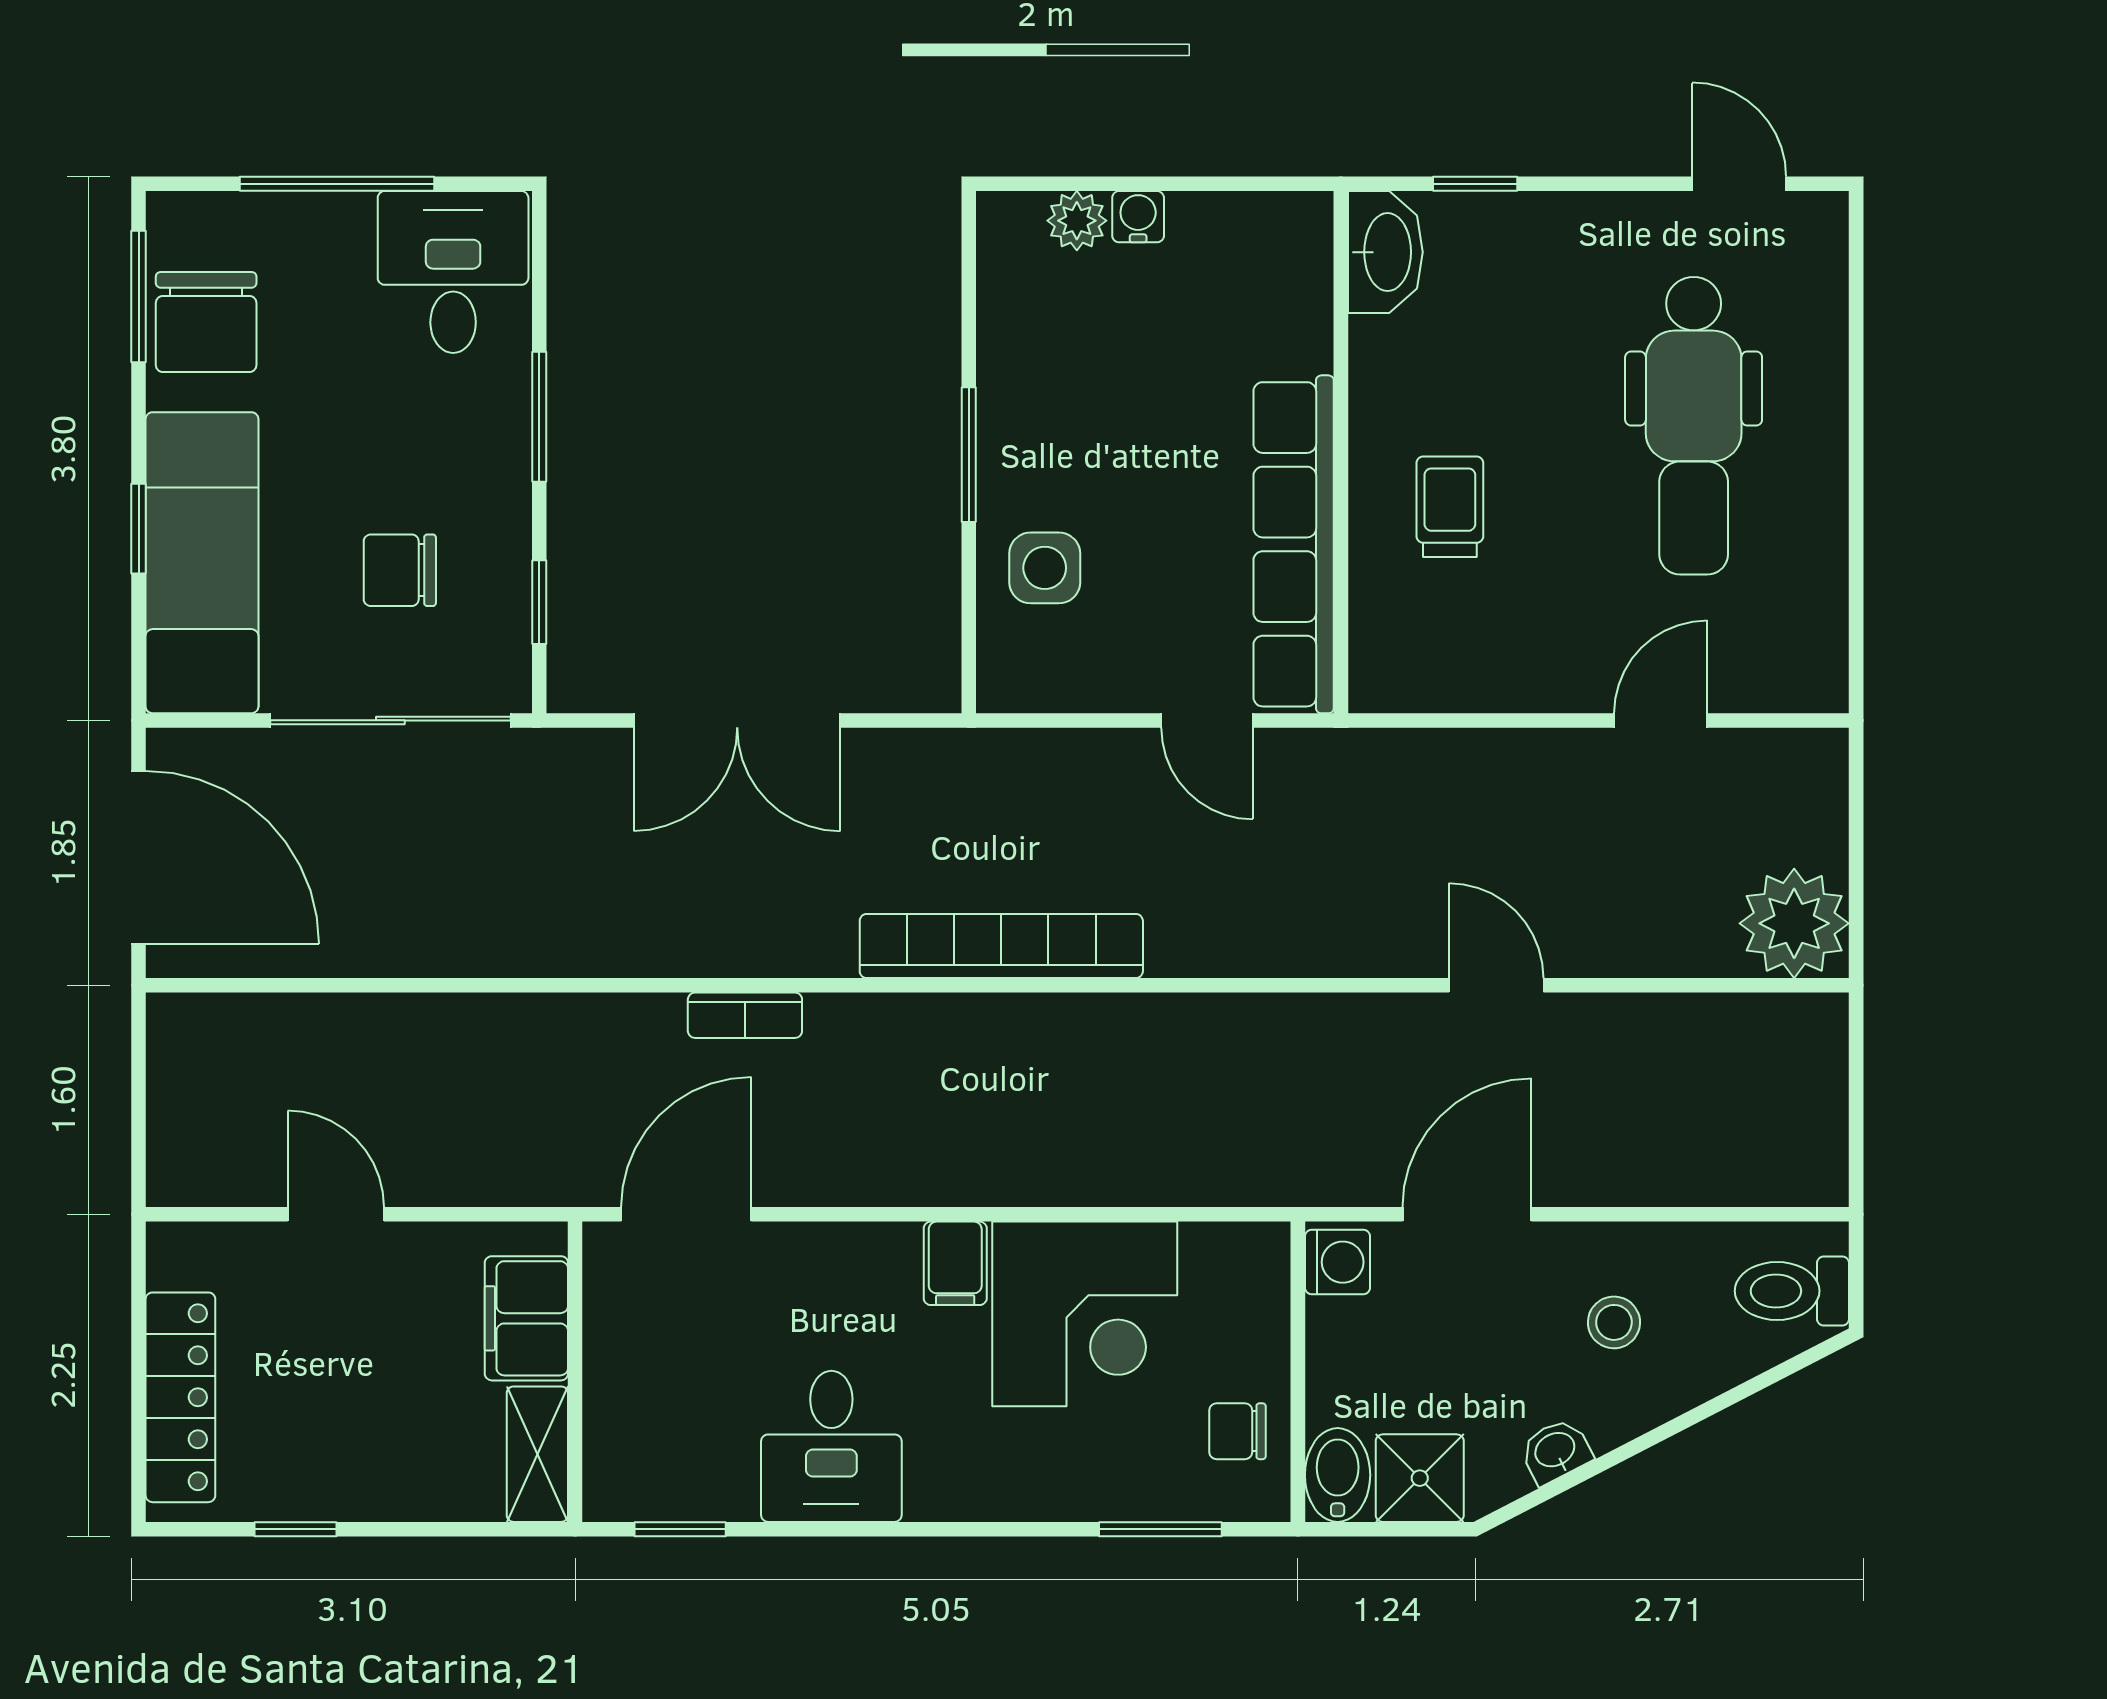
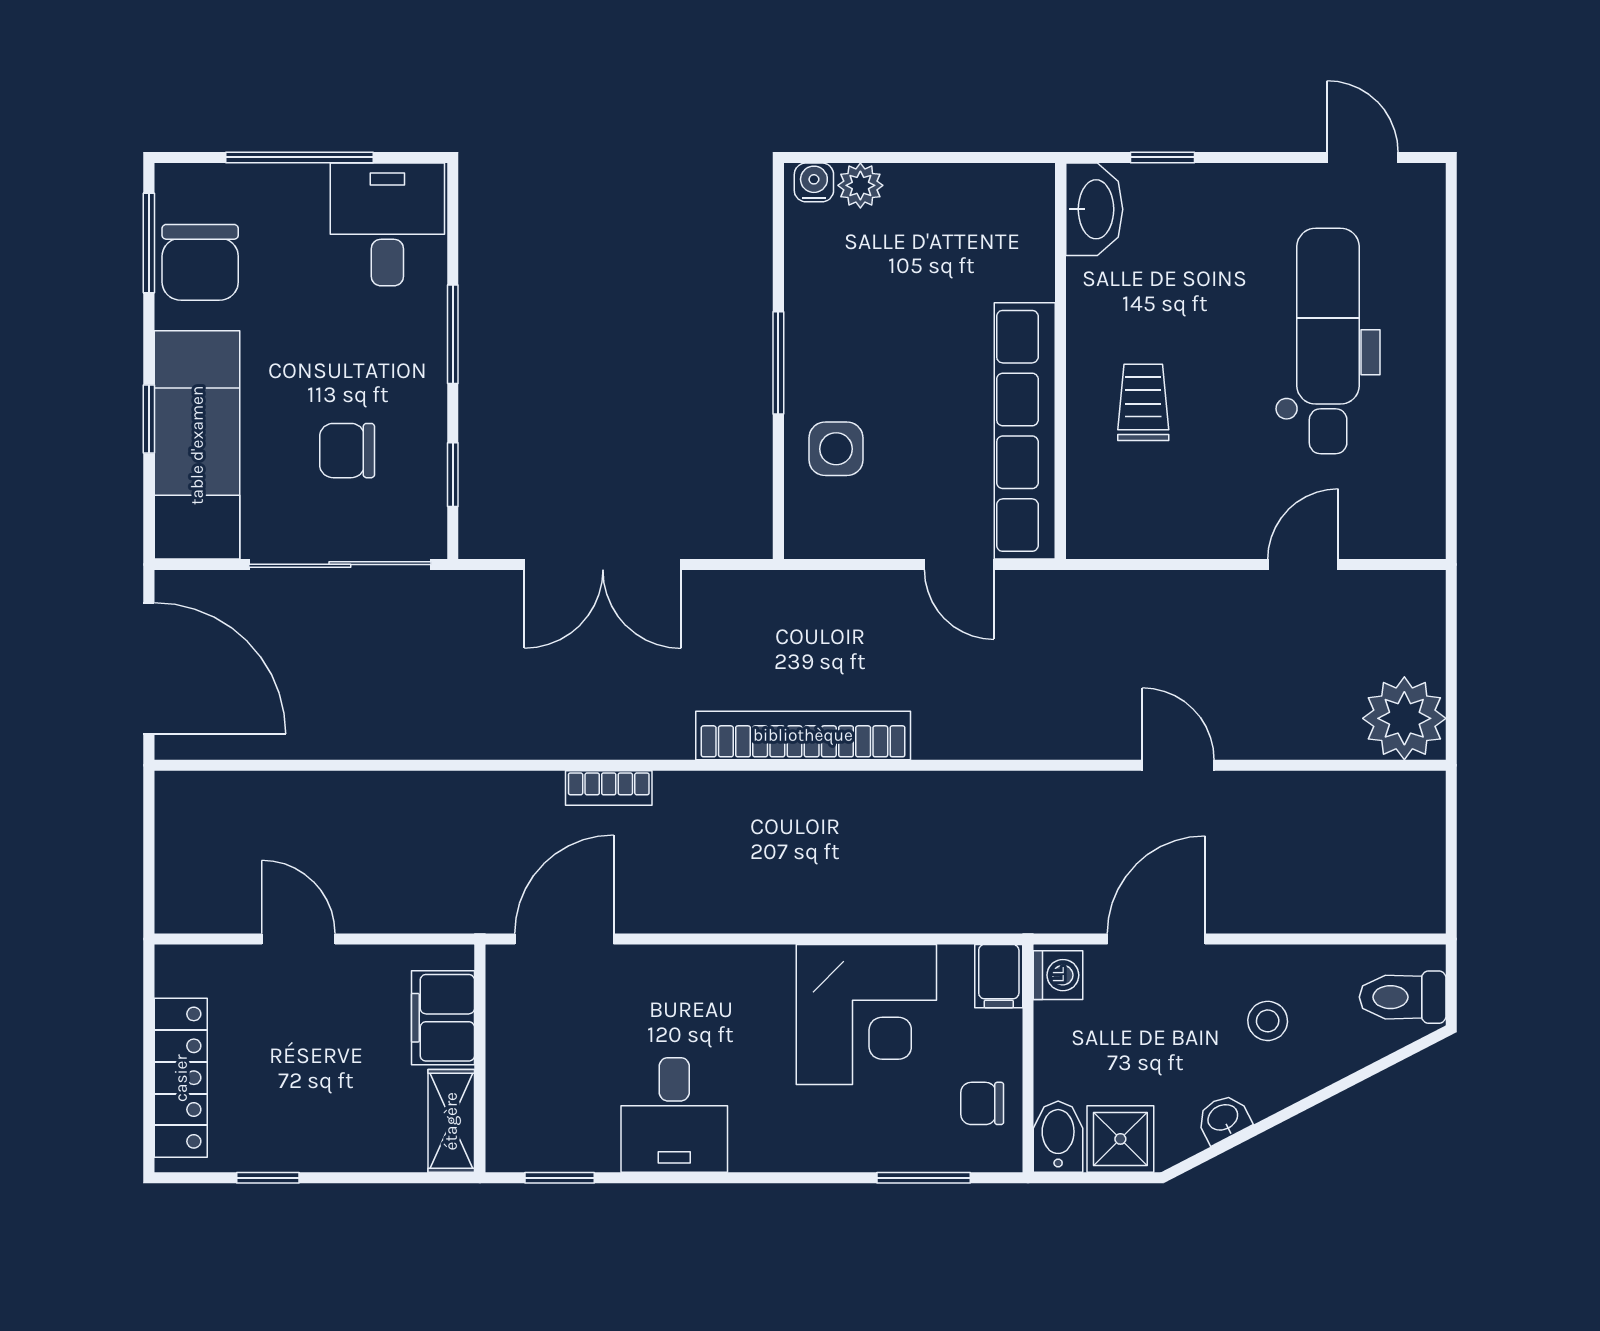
water cooler: (1138, 217) -> (814, 182), moved
dental chair: (1694, 426) -> (1328, 341), turned 180
filing cabinet: (955, 1263) -> (999, 976), moved

